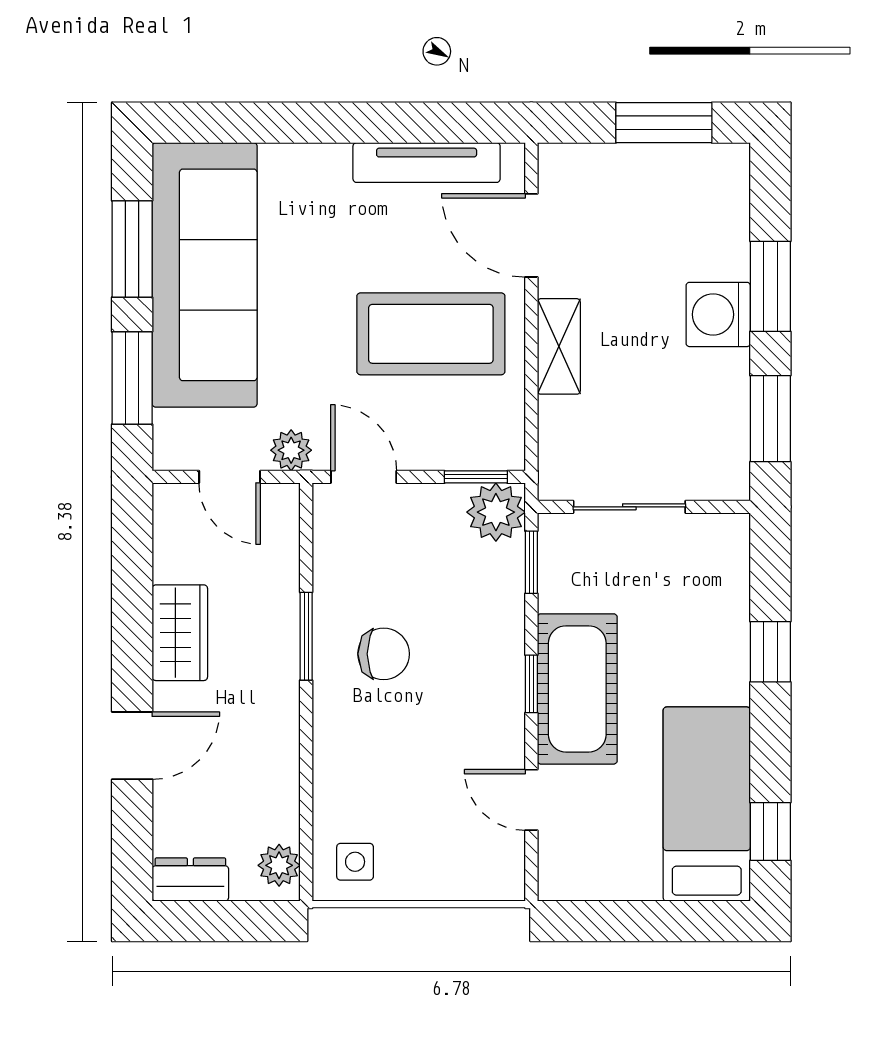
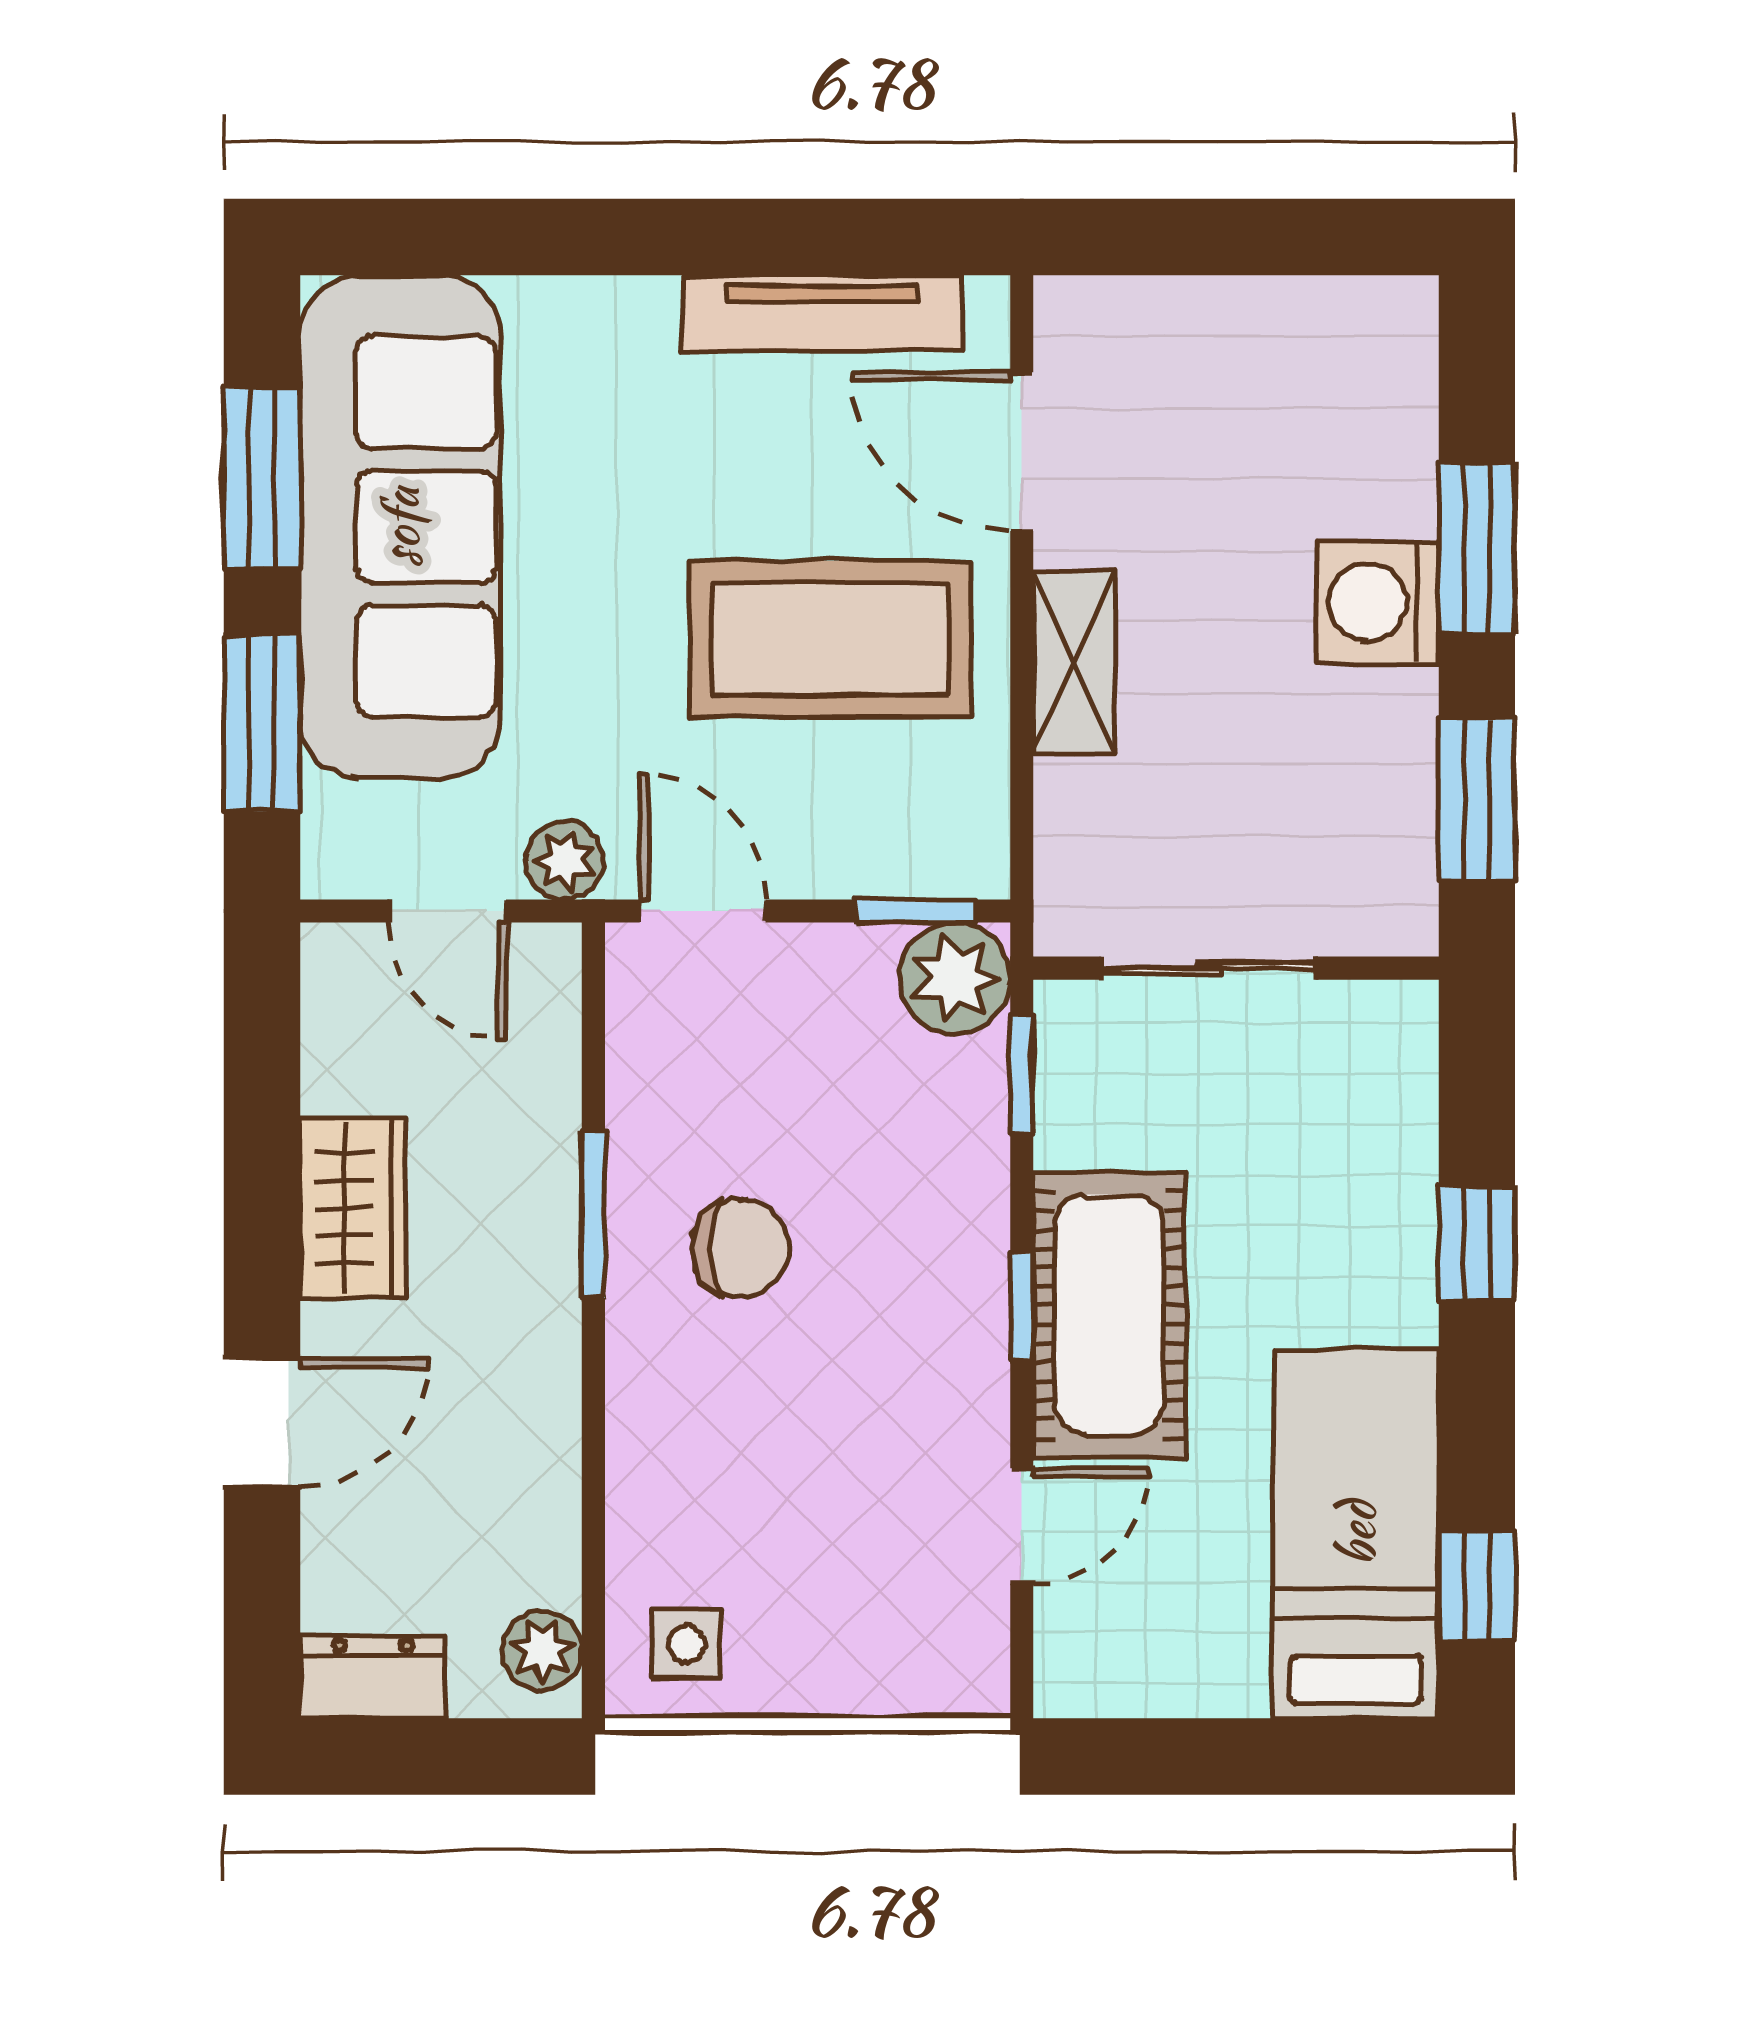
window: (664, 123) -> (1274, 237), removed
door: (531, 800) -> (1022, 1526), swing flipped

